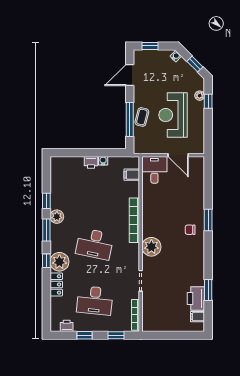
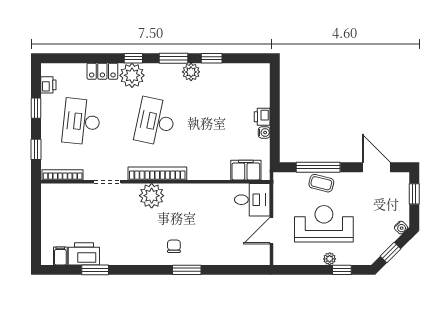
plant: (200, 96) -> (330, 259), moved
filing cabinet: (132, 175) -> (246, 170), width x2.00
bookcase: (134, 220) -> (157, 173), moved

